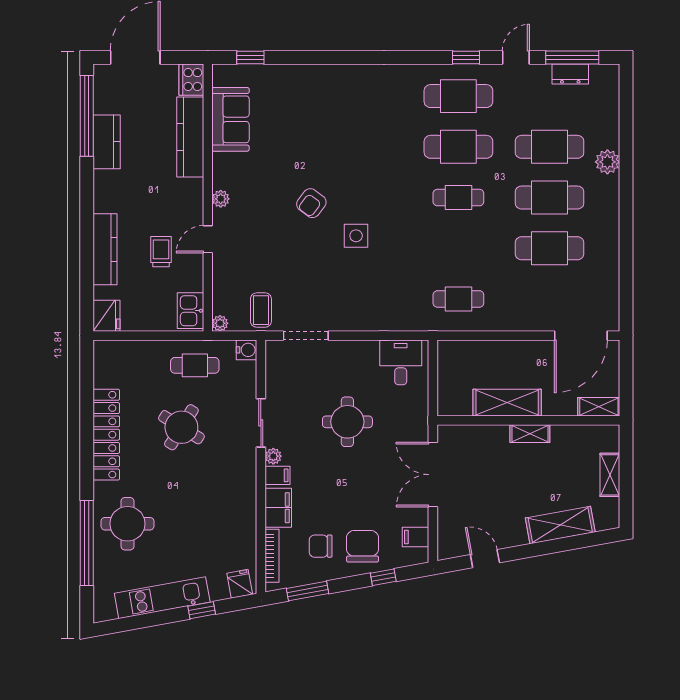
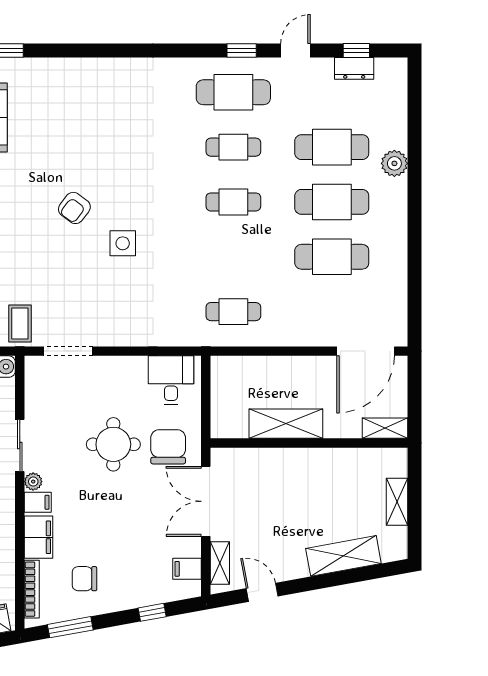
window: (572, 57) -> (356, 50), width x0.46
cafe table: (458, 147) -> (233, 147), width x0.73, depth x0.74
shelving: (530, 434) -> (220, 563), moved, turned 90
chair: (363, 546) -> (168, 447), moved

